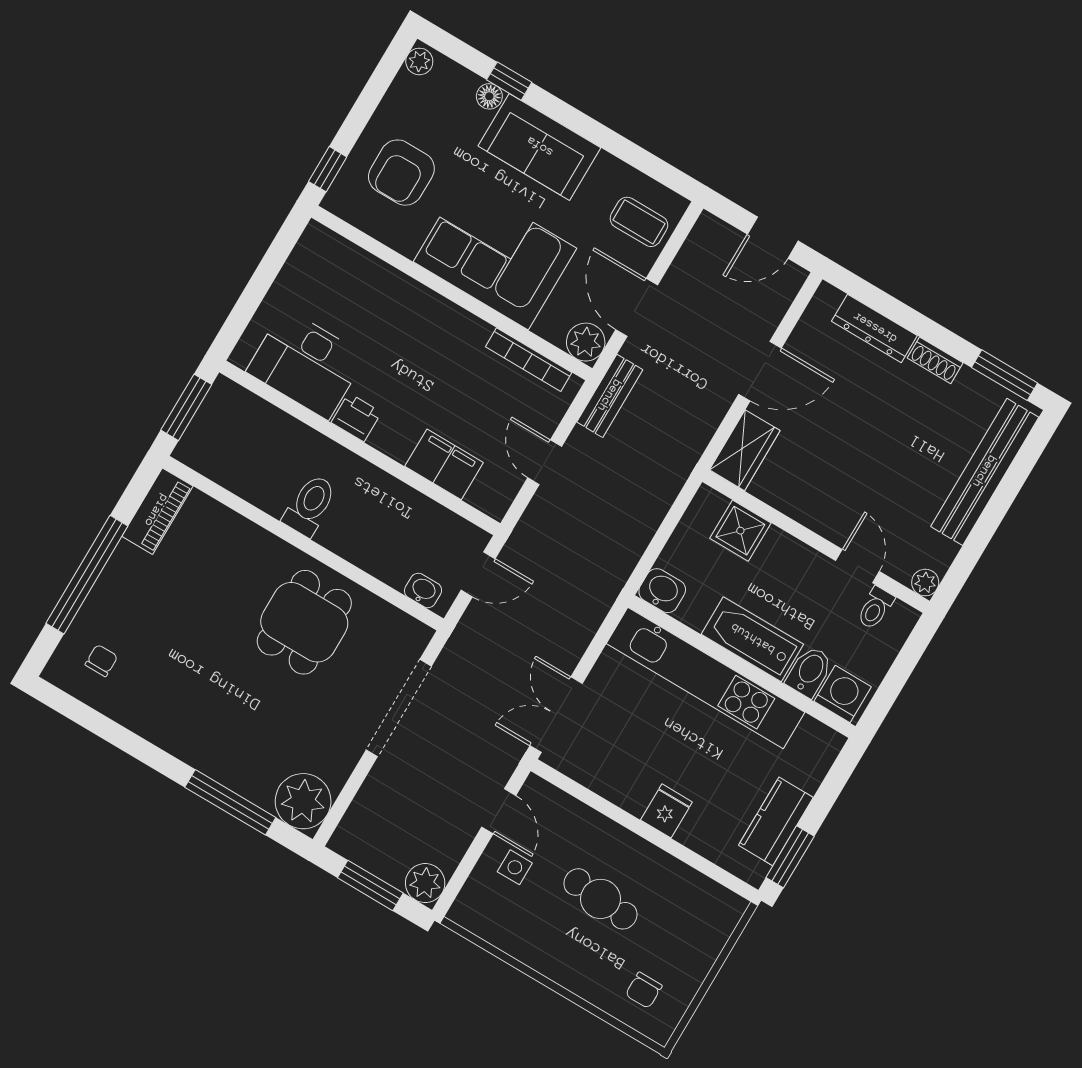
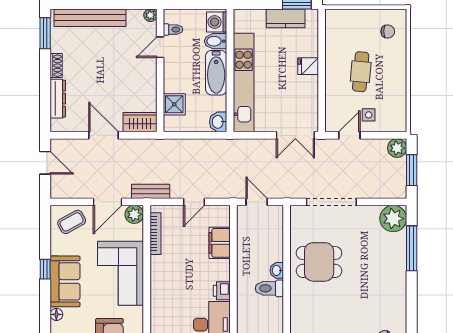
window: (509, 81) -> (45, 269), moved
coffee table: (639, 222) -> (72, 222), turned 61
washbasin: (423, 590) -> (277, 270), moved

